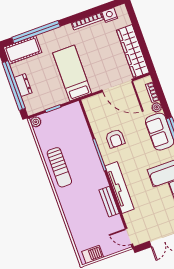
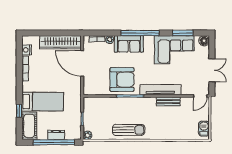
window: (36, 32) -> (19, 111), width x0.32
bed: (72, 73) -> (43, 102), moved, turned 180
door: (117, 85) -> (82, 63), swing flipped
armchair: (115, 139) -> (122, 80), width x1.88, depth x1.88

